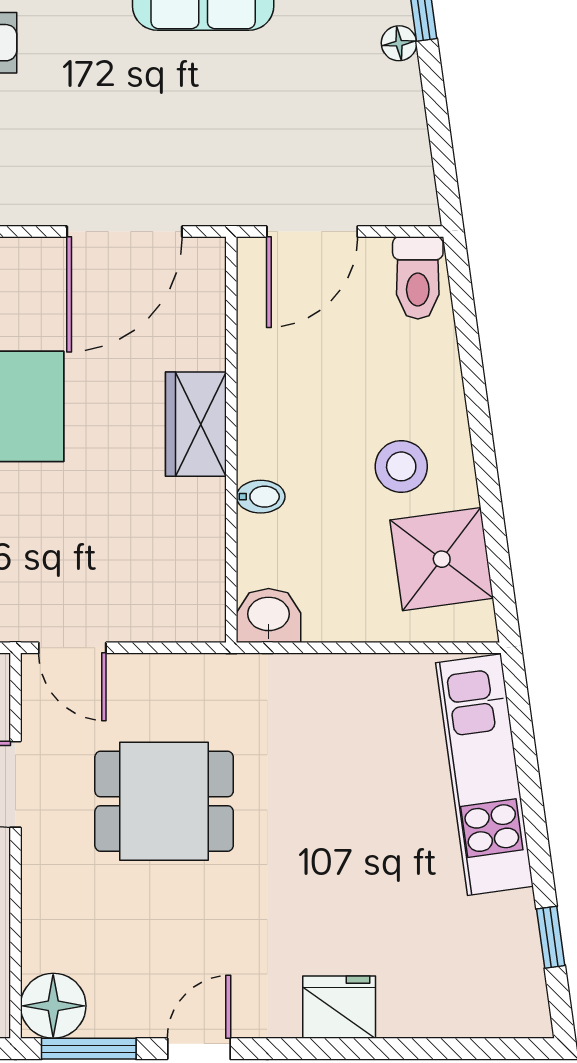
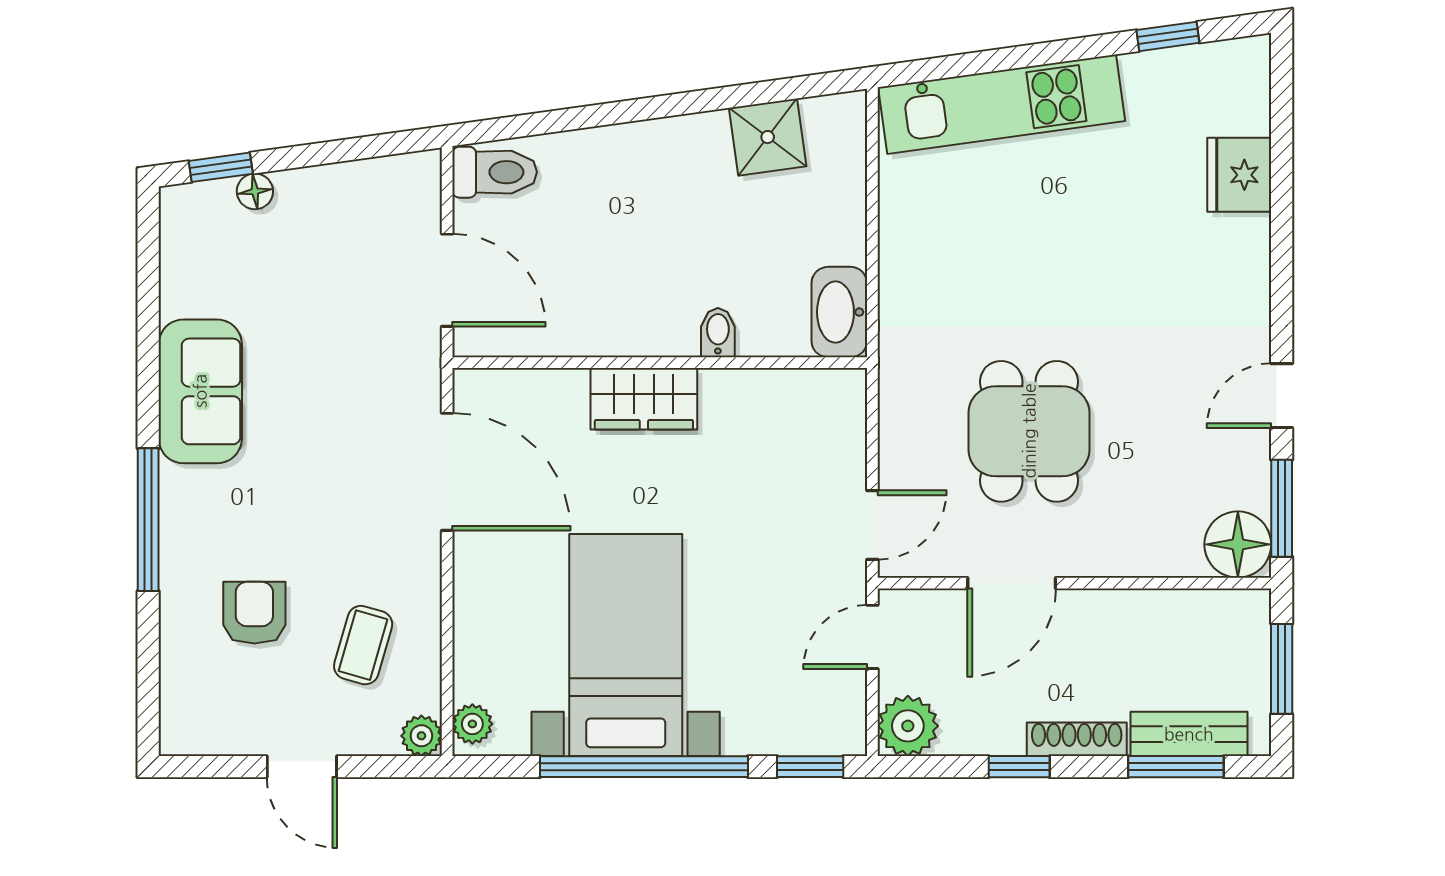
stool: (401, 466) -> (687, 189), removed
shower: (442, 559) -> (768, 137), width x0.73, depth x0.73
washbasin: (269, 616) -> (839, 312), width x1.38
fridge: (339, 1007) -> (1239, 175), moved
door: (199, 1049) -> (1282, 396), hinge flipped

